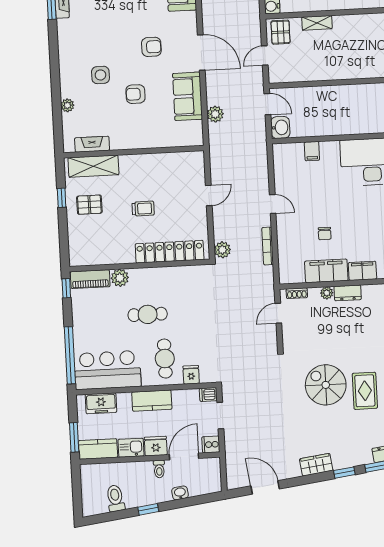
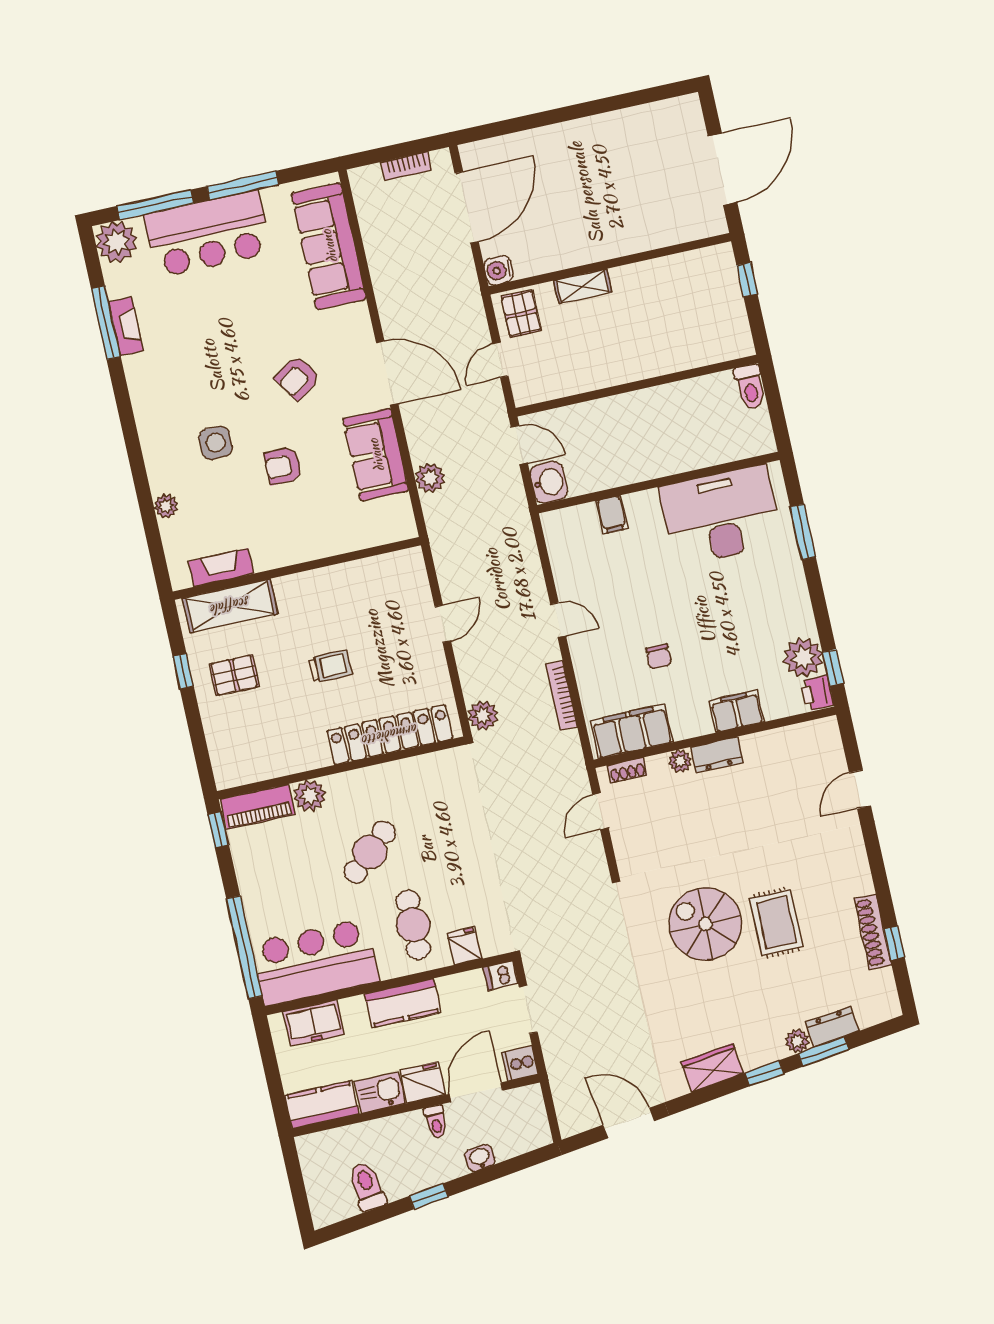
armchair: (151, 47) -> (297, 378), turned 146
filing cabinet: (326, 271) -> (632, 731), moved
cafe table: (148, 314) -> (370, 852), turned -42
window: (74, 437) -> (276, 1091), removed
plant: (365, 458) -> (797, 1041), added

